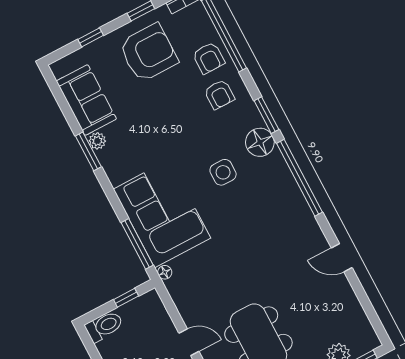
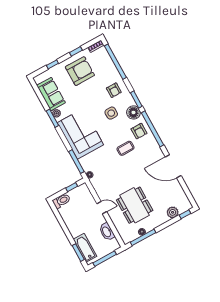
armchair: (209, 58) -> (139, 131), moved
side table: (223, 172) -> (111, 113), moved
corner sofa: (162, 214) -> (80, 134), moved
coffee table: (242, 218) -> (125, 148), added
door: (342, 258) -> (173, 166), width x1.87

